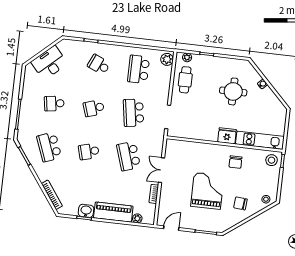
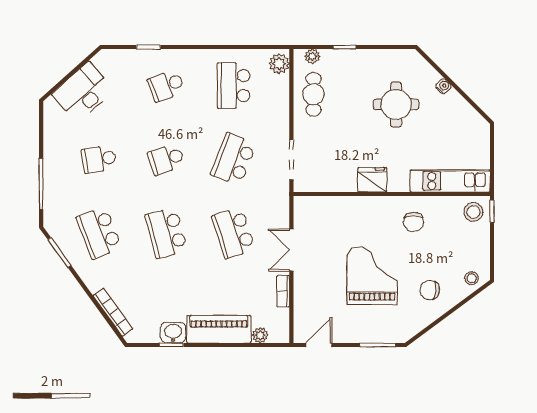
school desk: (99, 65) -> (166, 86), turned -45
school desk: (134, 113) -> (234, 159), turned 30
fridge: (227, 136) -> (372, 180), moved
school desk: (89, 152) -> (166, 233), width x1.85

